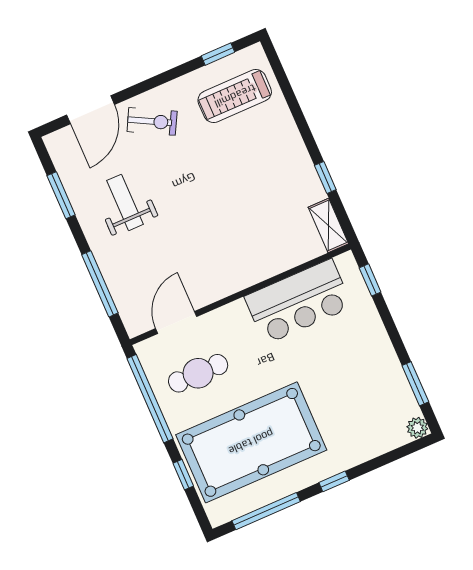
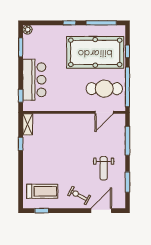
bar counter: (298, 302) -> (34, 80), moved, turned 90
cafe table: (198, 373) -> (104, 89), width x1.37, depth x1.35

